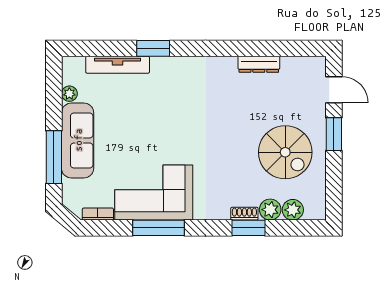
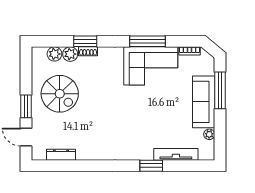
dresser: (259, 64) -> (61, 155), moved
spiral stairs: (285, 152) -> (60, 94), turned 180

